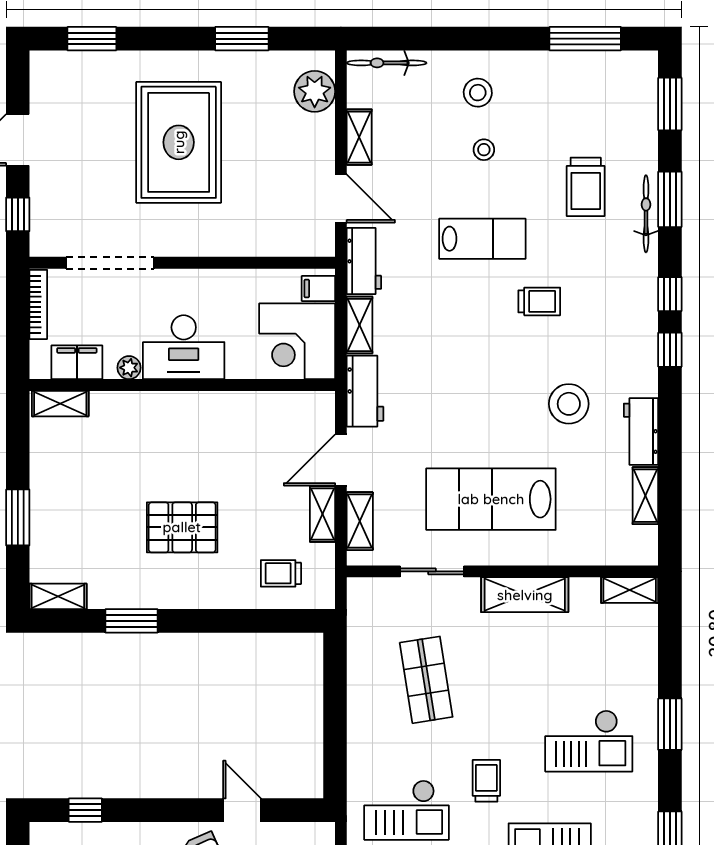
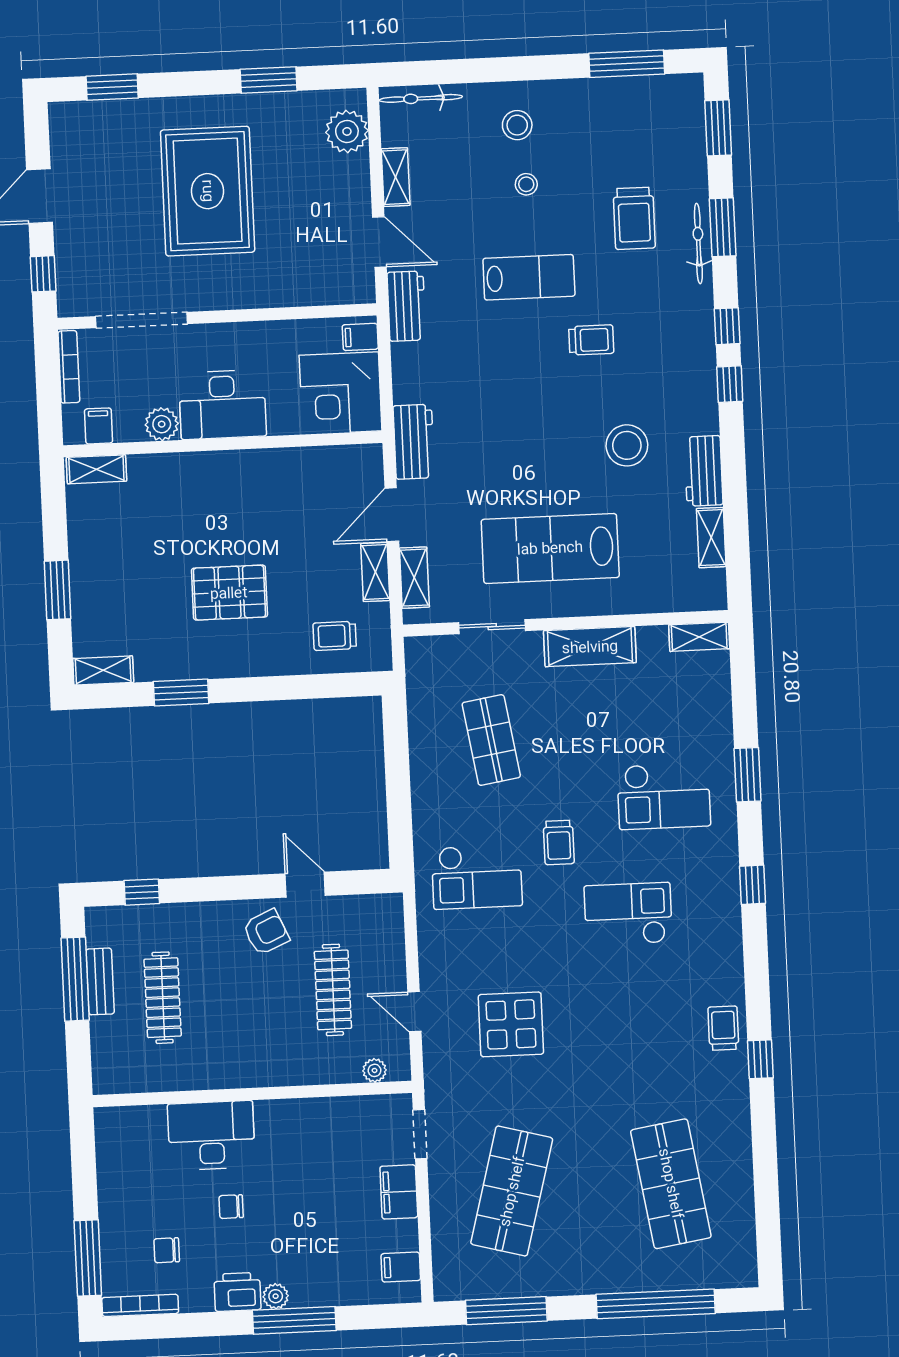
shelving: (360, 325) -> (405, 373), removed
filing cabinet: (77, 362) -> (99, 426), width x0.50
plant: (129, 368) -> (162, 424), width x1.38, depth x1.38
trolley: (486, 781) -> (559, 843), turned 180

